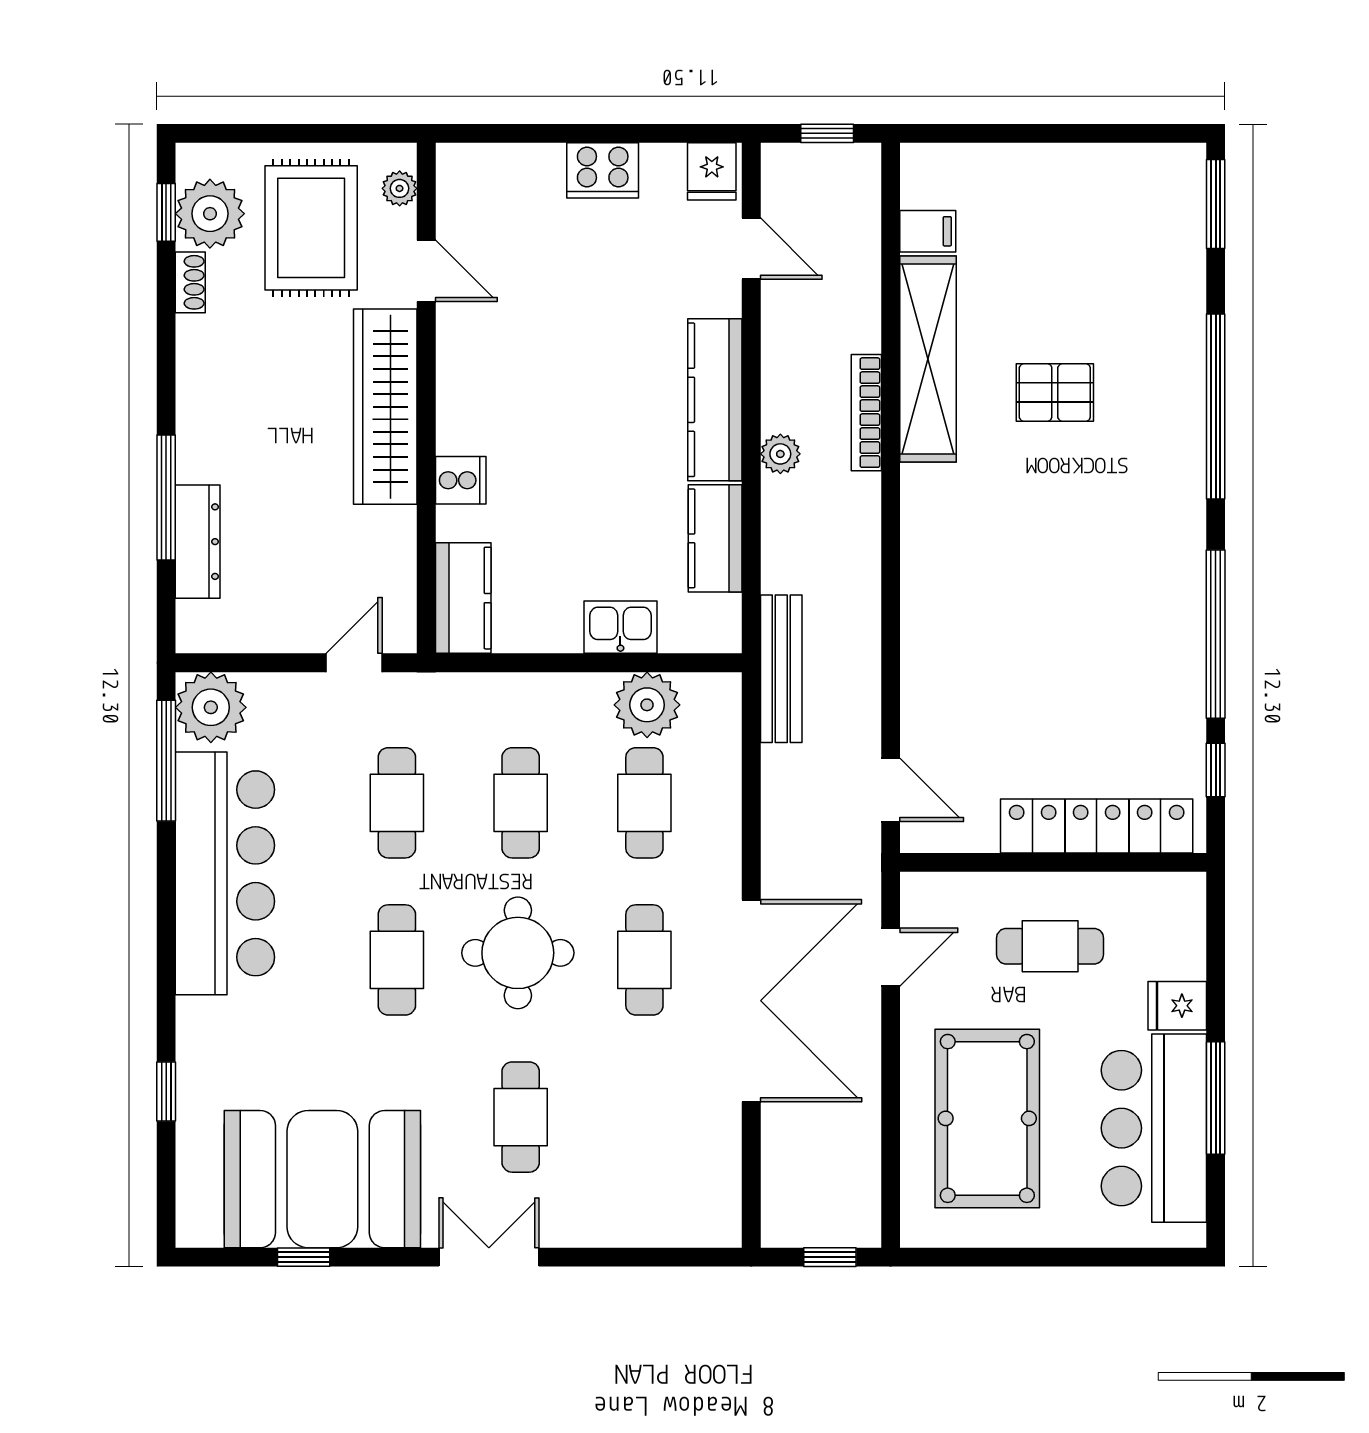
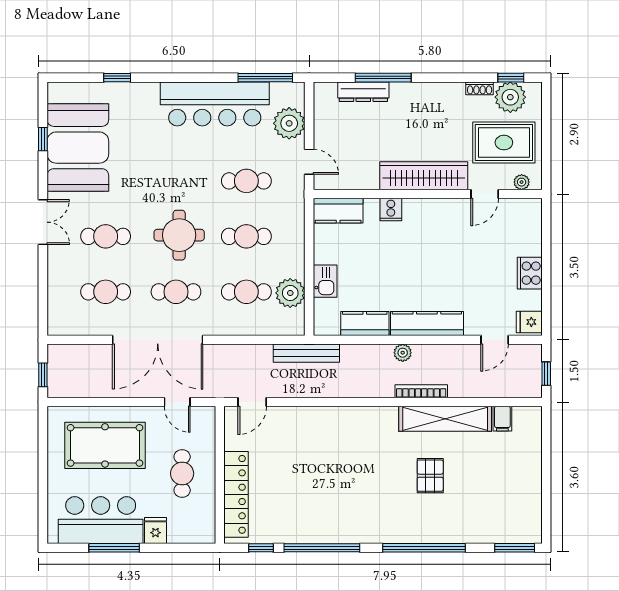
plant: (211, 707) -> (289, 123), moved
cafe table: (397, 960) -> (106, 292), moved

